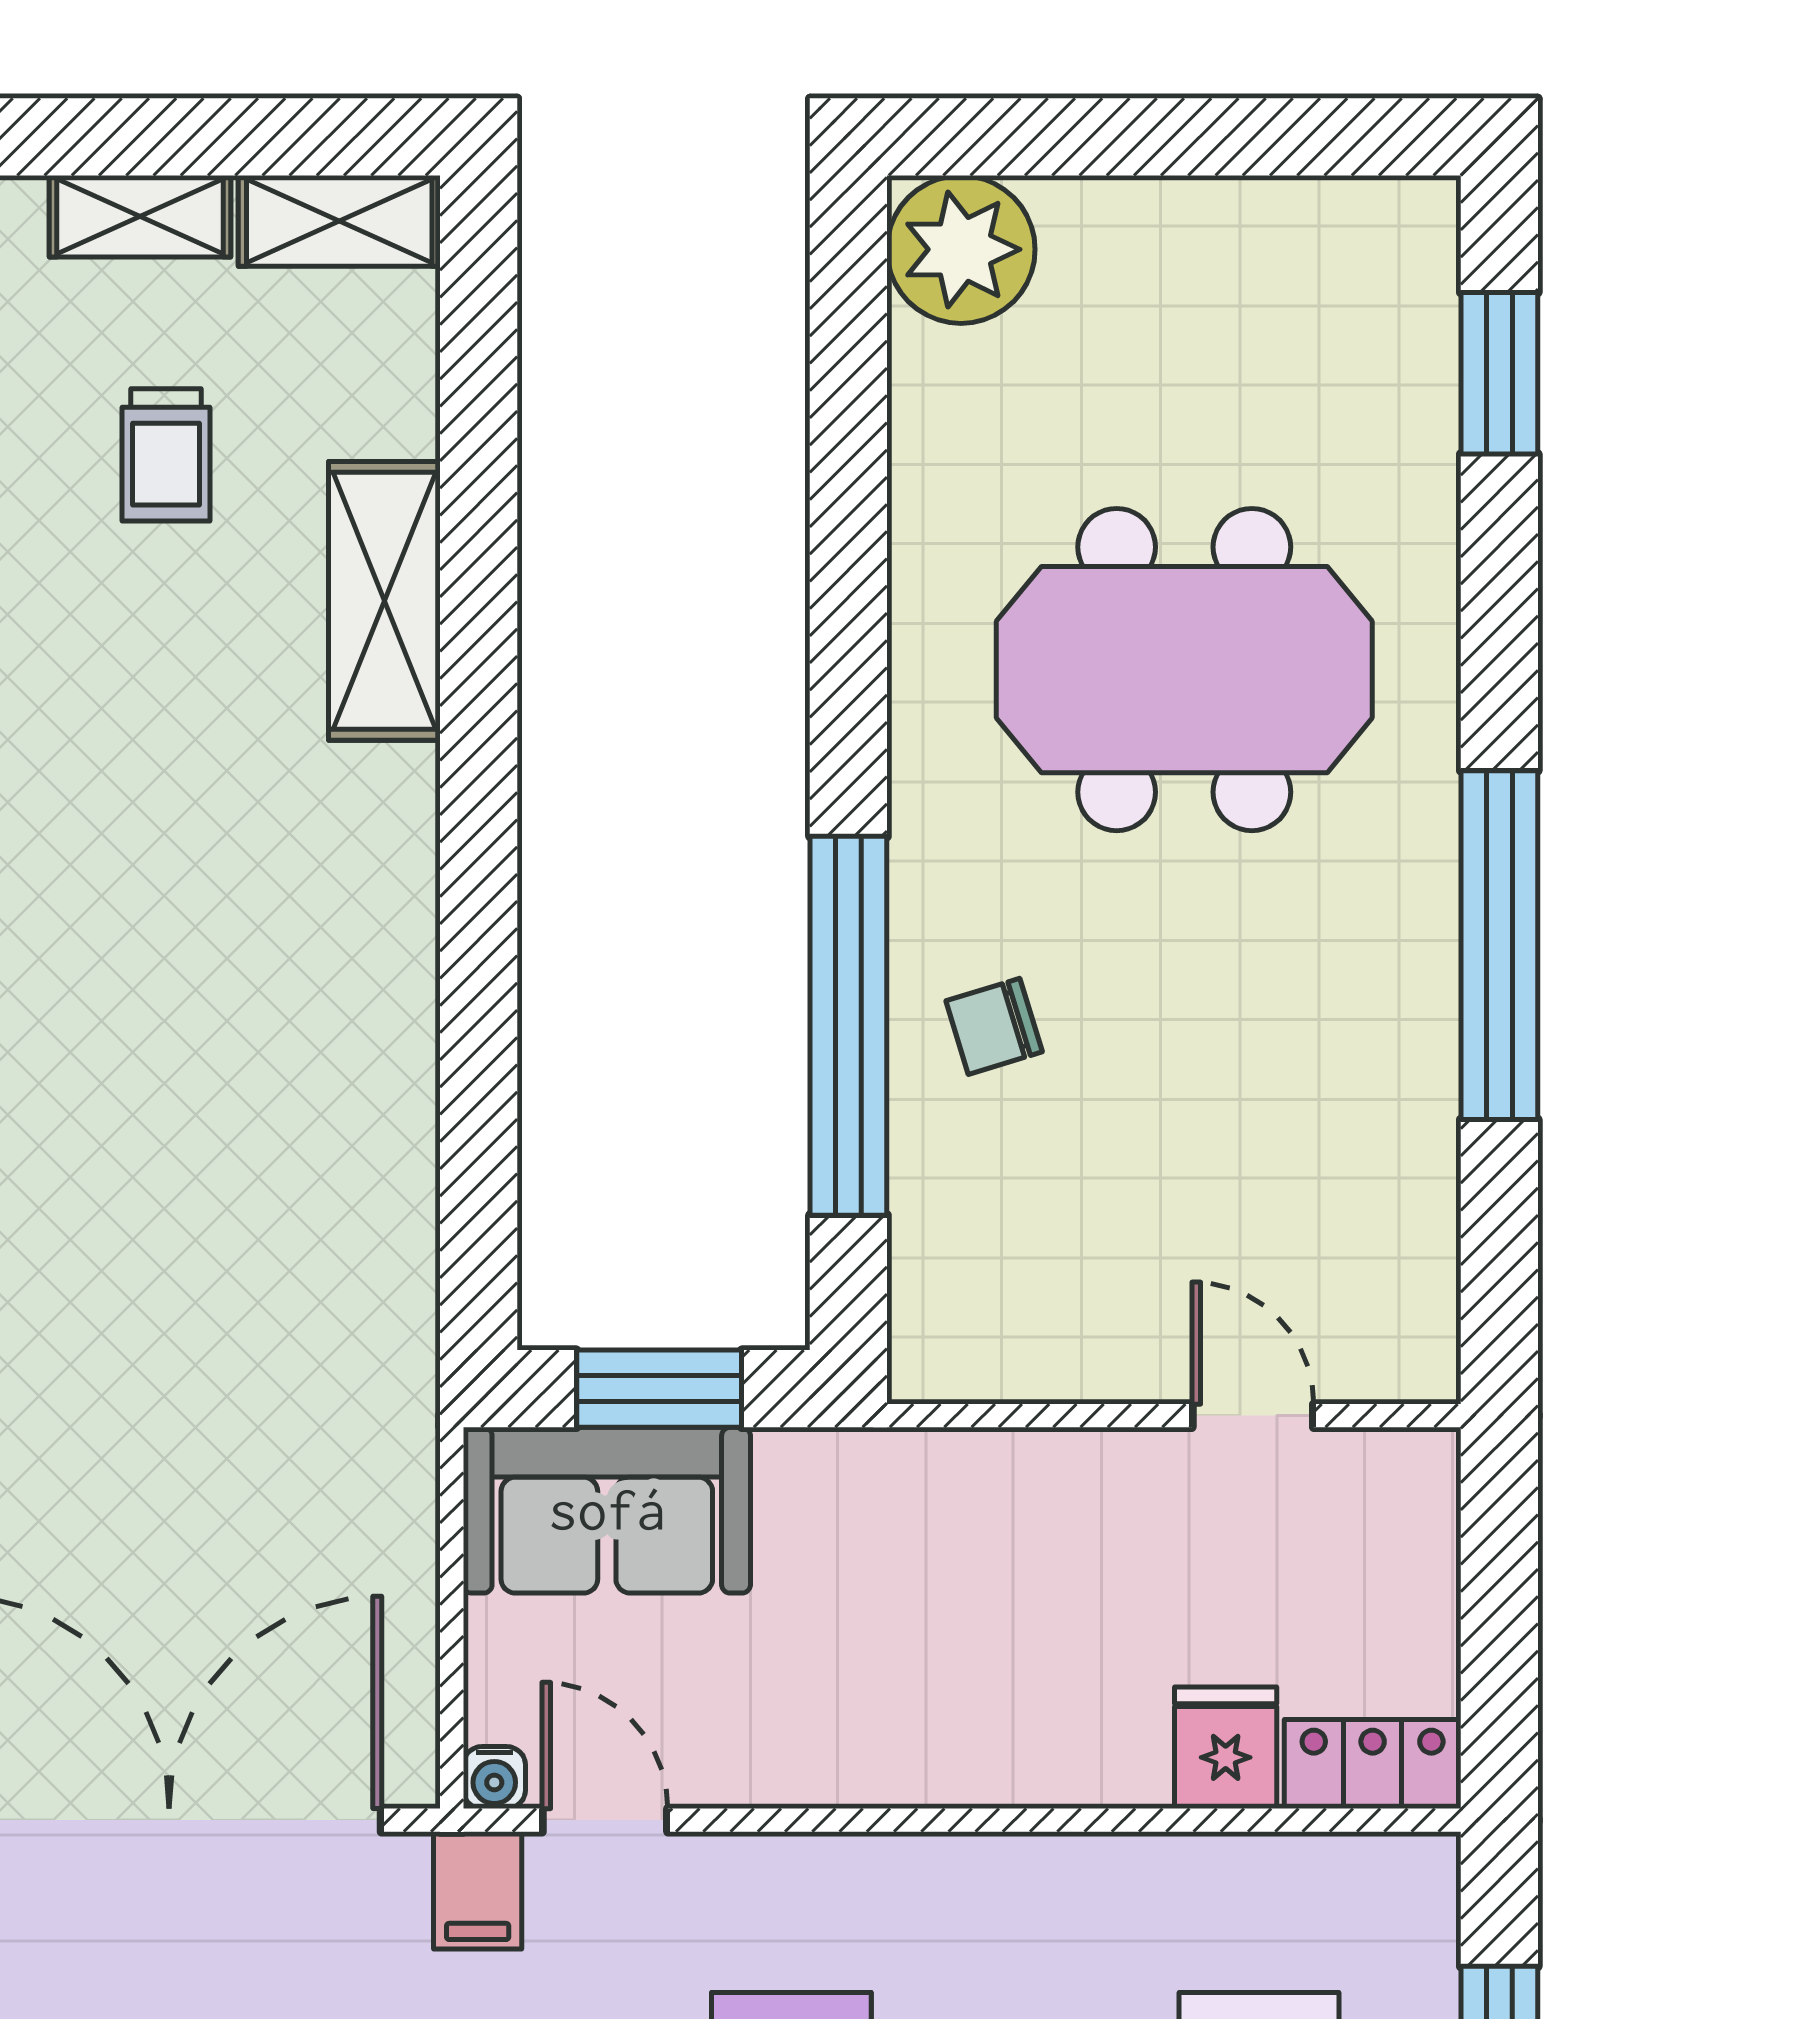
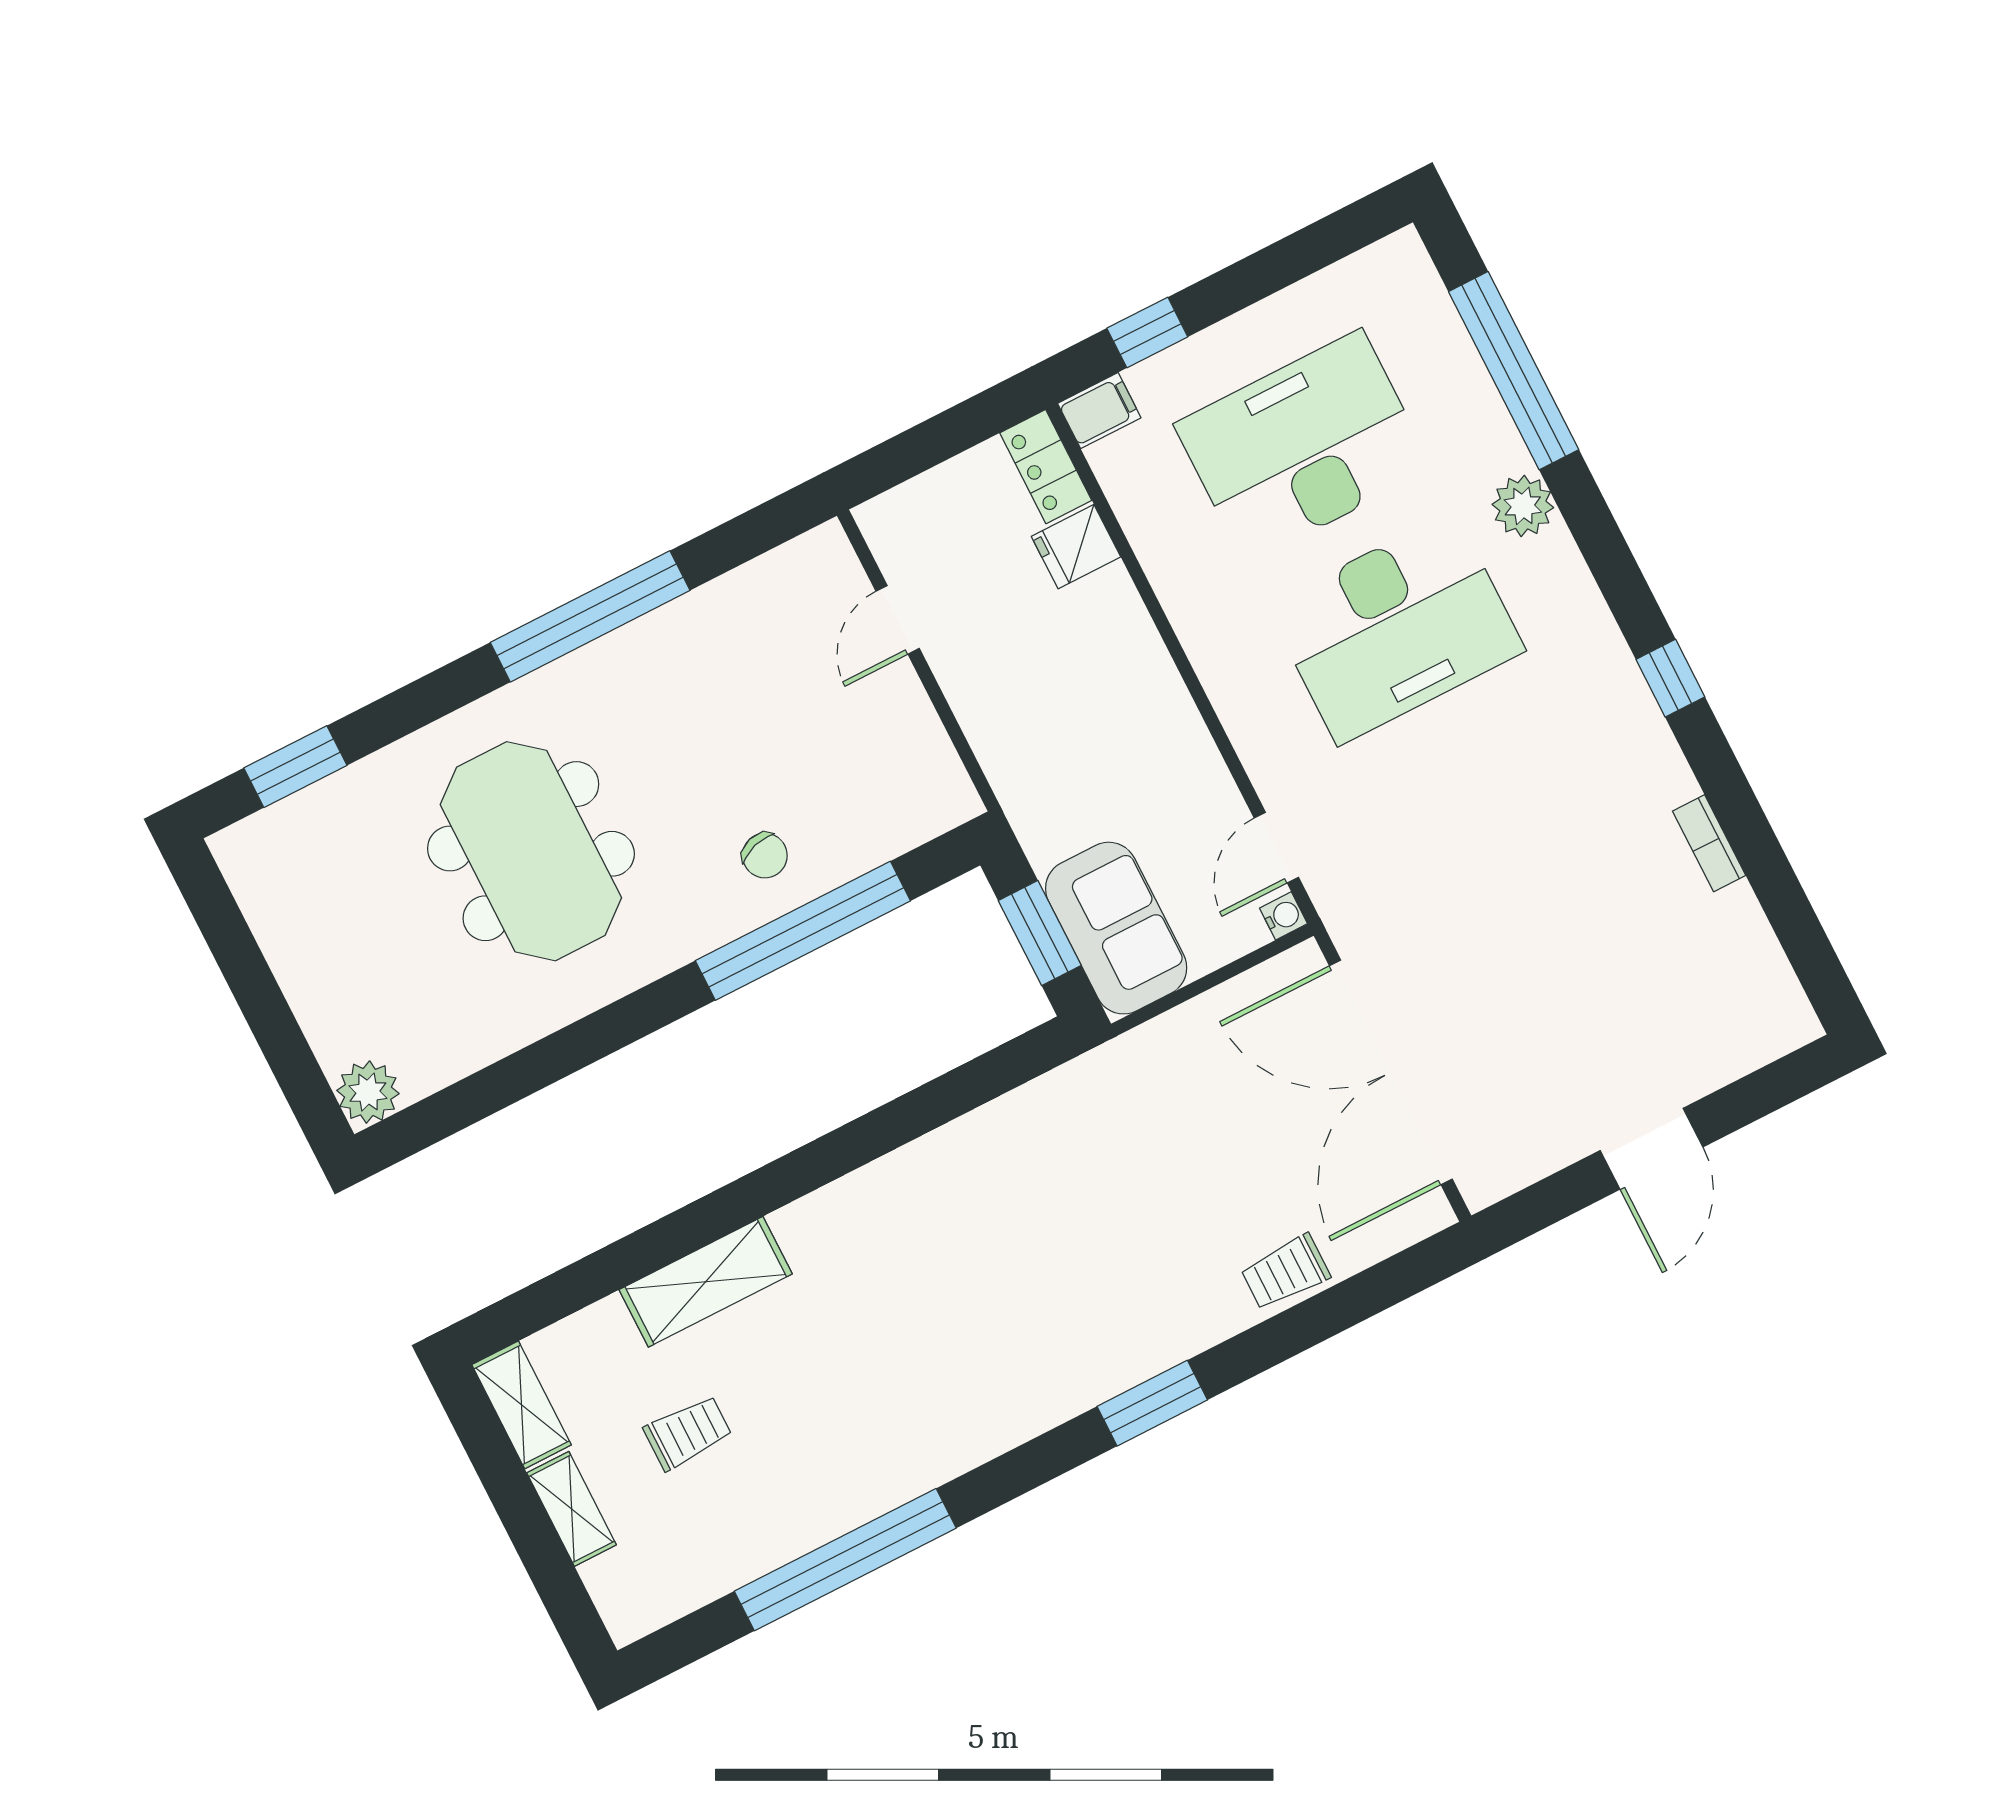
plant: (961, 249) -> (368, 1092), width x0.73, depth x0.73
filing cabinet: (478, 1890) -> (1099, 411), moved

